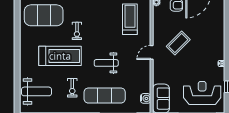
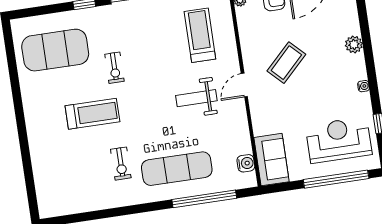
plant: (219, 38) -> (354, 44), added
treadmill: (60, 56) -> (92, 114), width x0.73, depth x0.73
weight bench: (106, 63) -> (196, 98), moved
weight bench: (37, 91) -> (62, 179), removed

